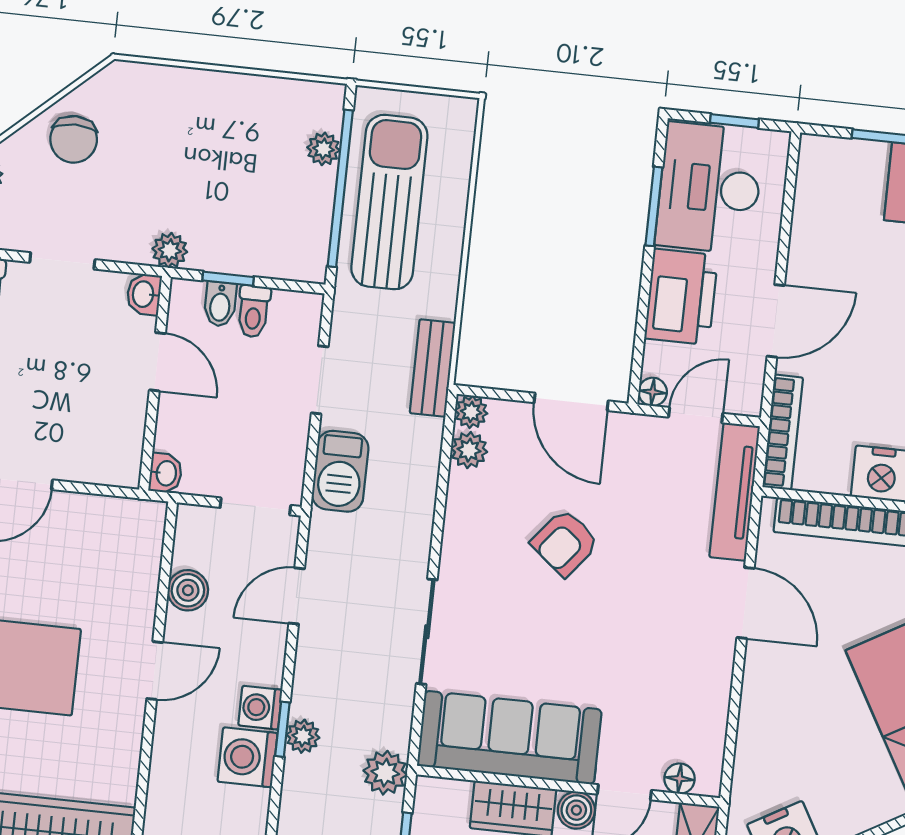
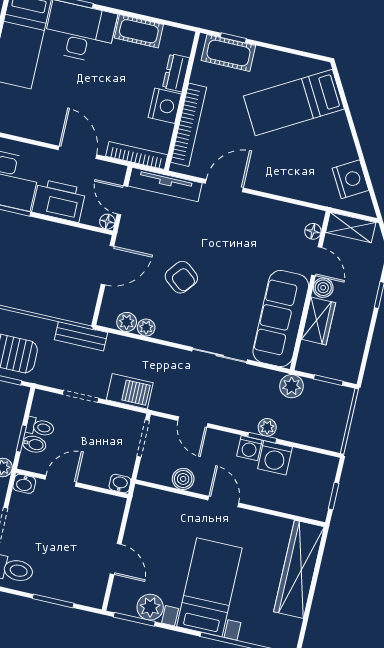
plant: (471, 412) -> (146, 328), moved

